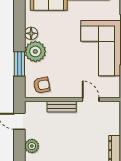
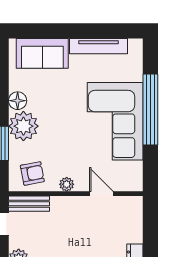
plant: (66, 93) -> (67, 184), added
bench: (62, 107) -> (29, 204), moved

